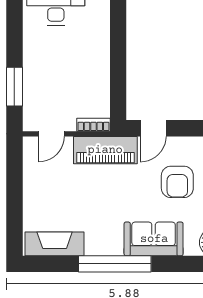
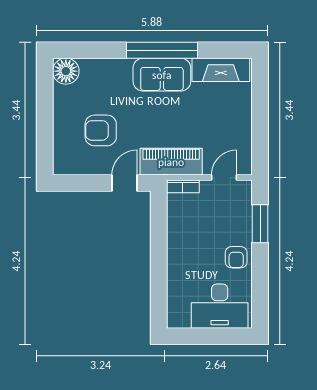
armchair: (39, 52) -> (236, 257), added
armchair: (177, 182) -> (101, 130), turned -90
sofa: (154, 239) -> (162, 75), moved

